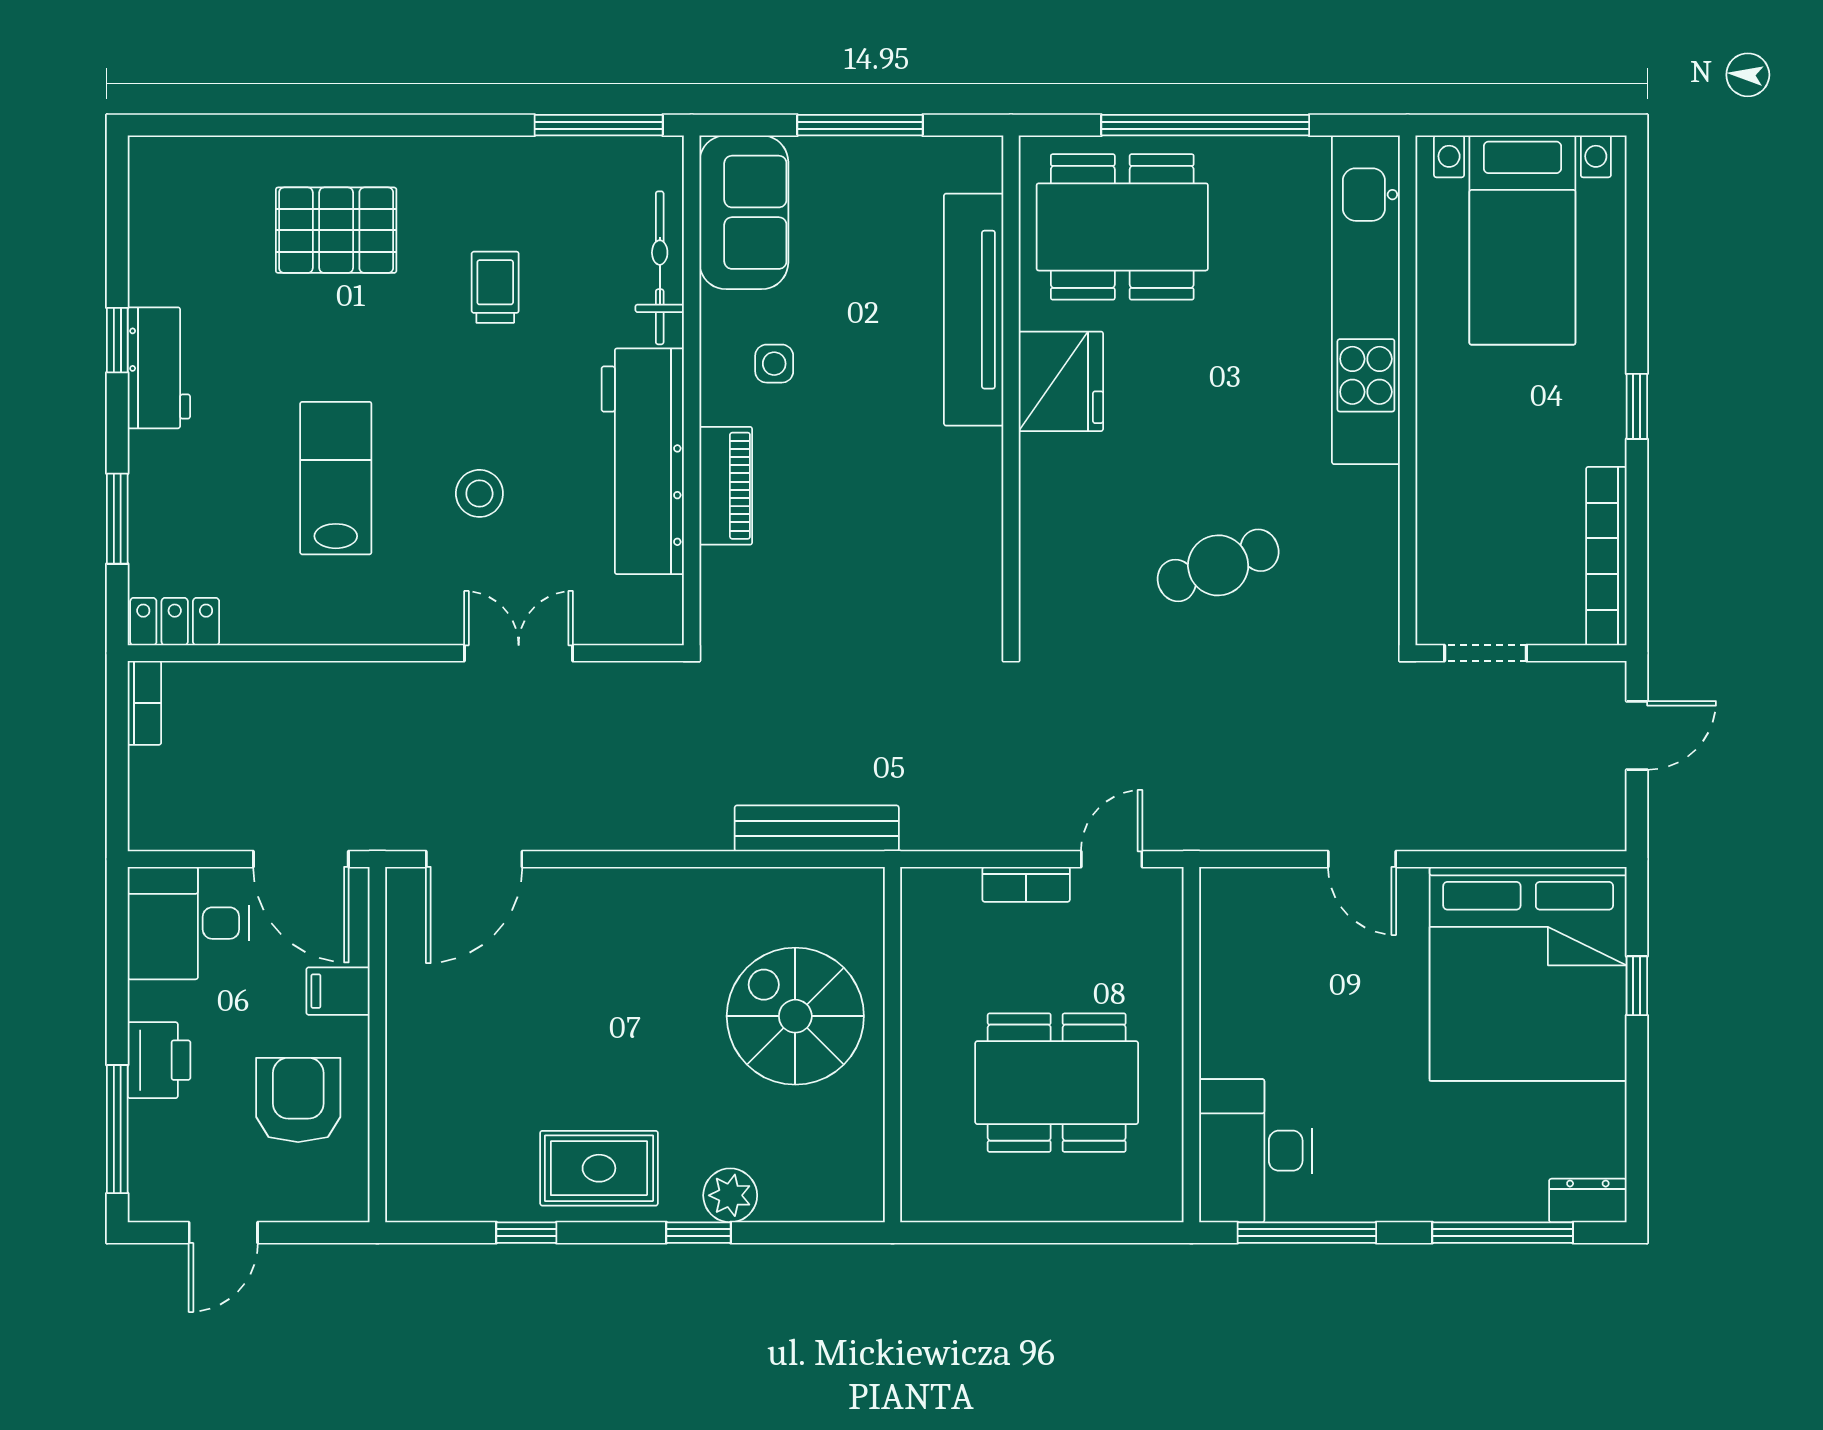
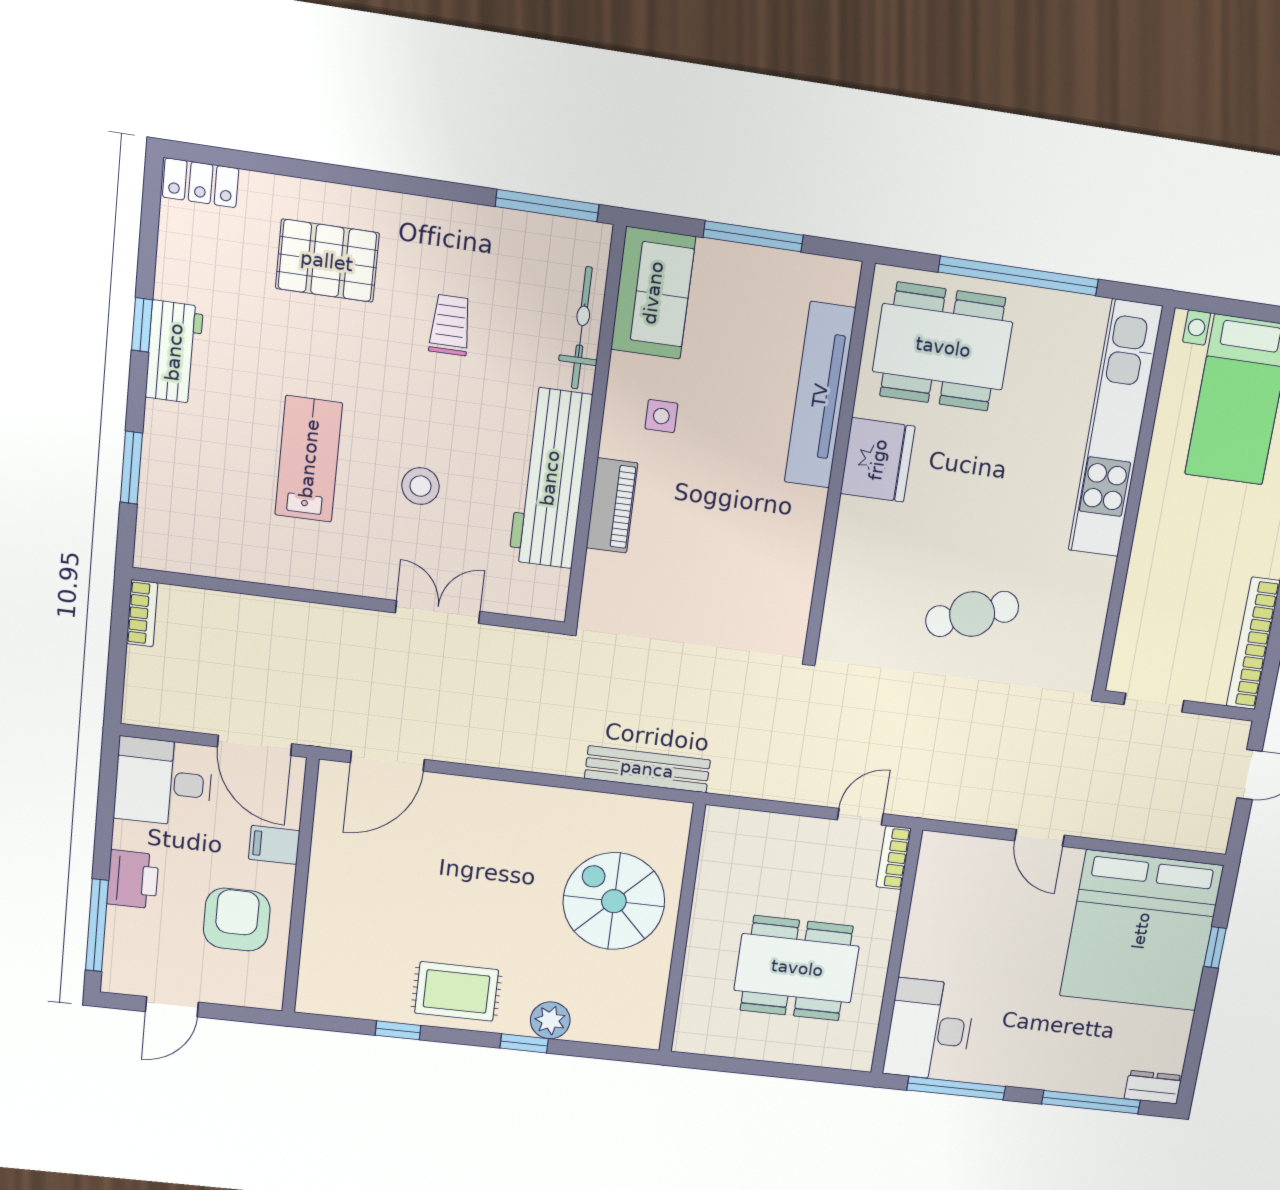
locker: (175, 622) -> (201, 183), moved, turned 180
bookcase: (1026, 884) -> (894, 858), moved, turned 90

